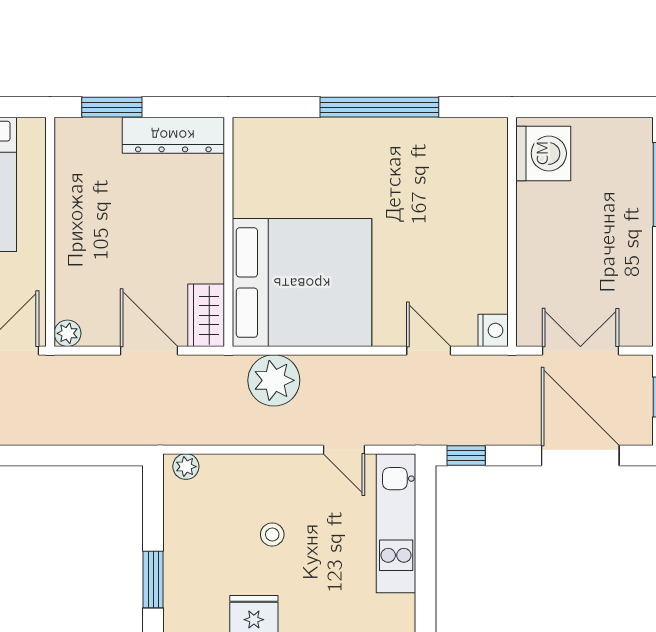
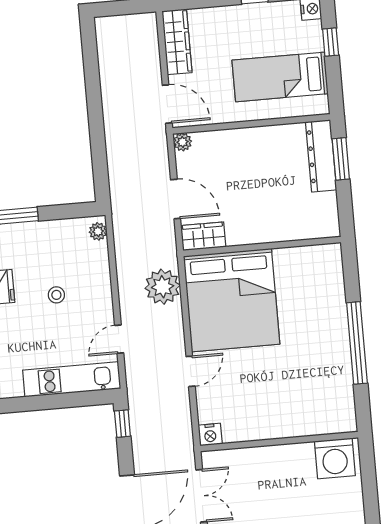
dresser: (173, 135) -> (321, 156), moved
door: (149, 351) -> (176, 199), hinge flipped
door: (429, 351) -> (191, 371), moved

